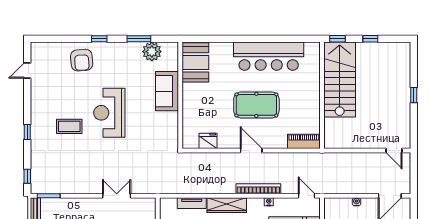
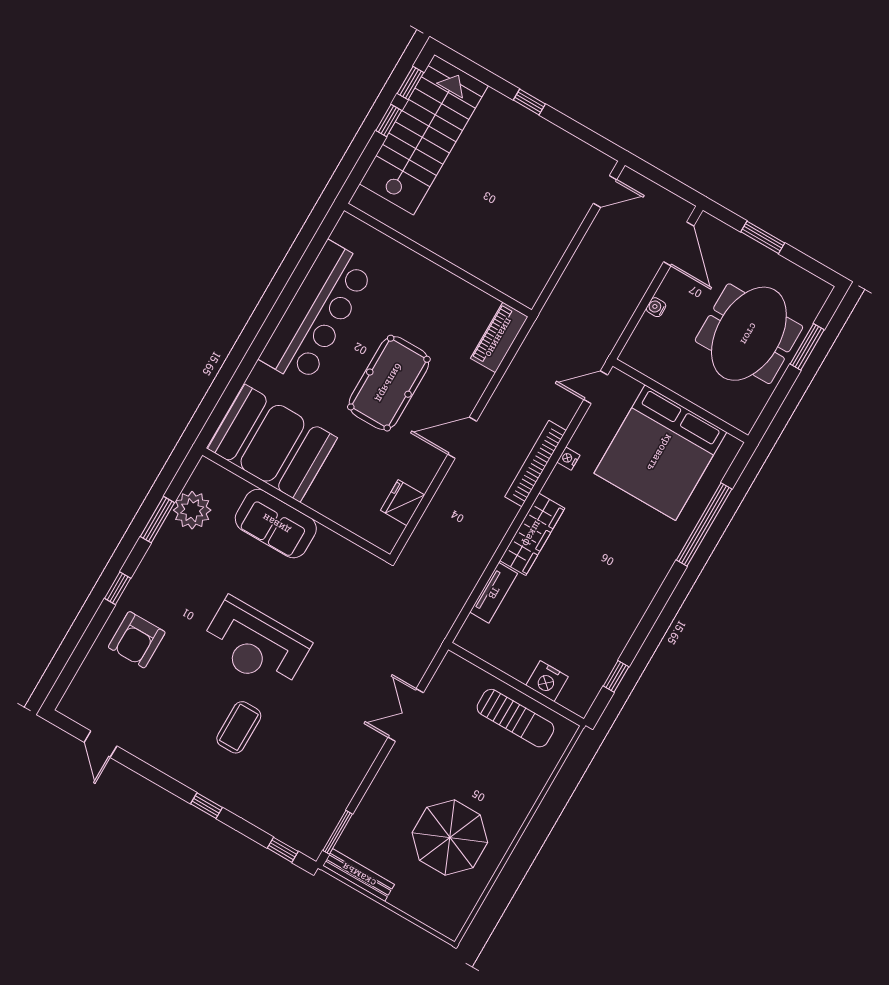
window: (337, 39) -> (410, 83), moved
armchair: (82, 60) -> (137, 640), turned 95
booth: (195, 62) -> (272, 443), width x1.36, depth x1.42
stairs: (340, 80) -> (424, 135), moved, turned 90

